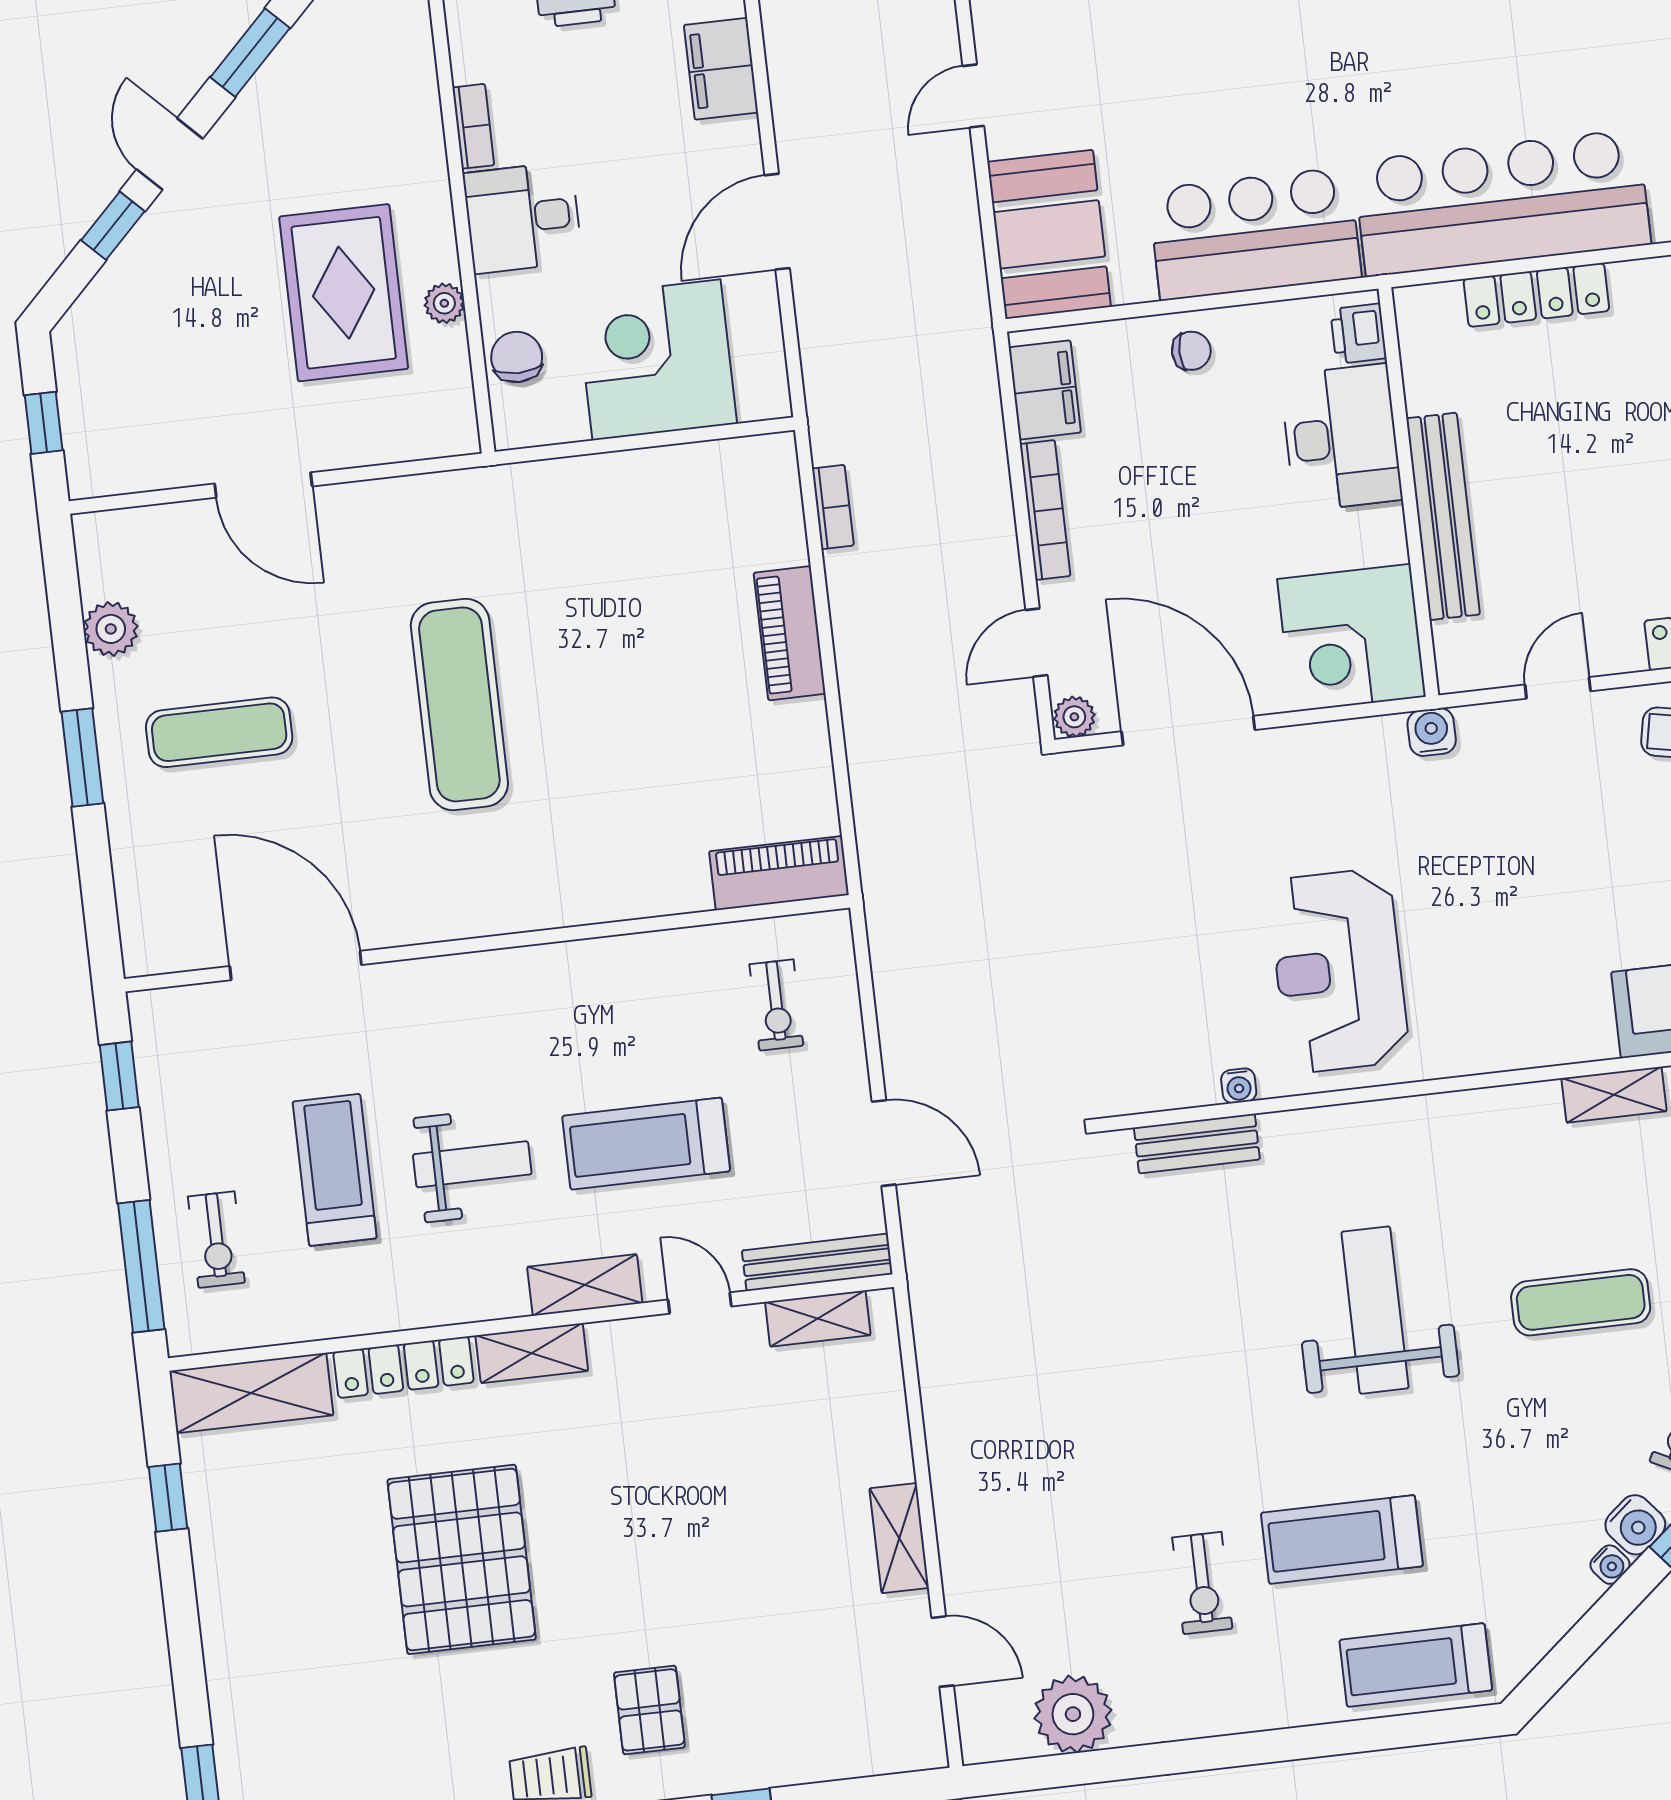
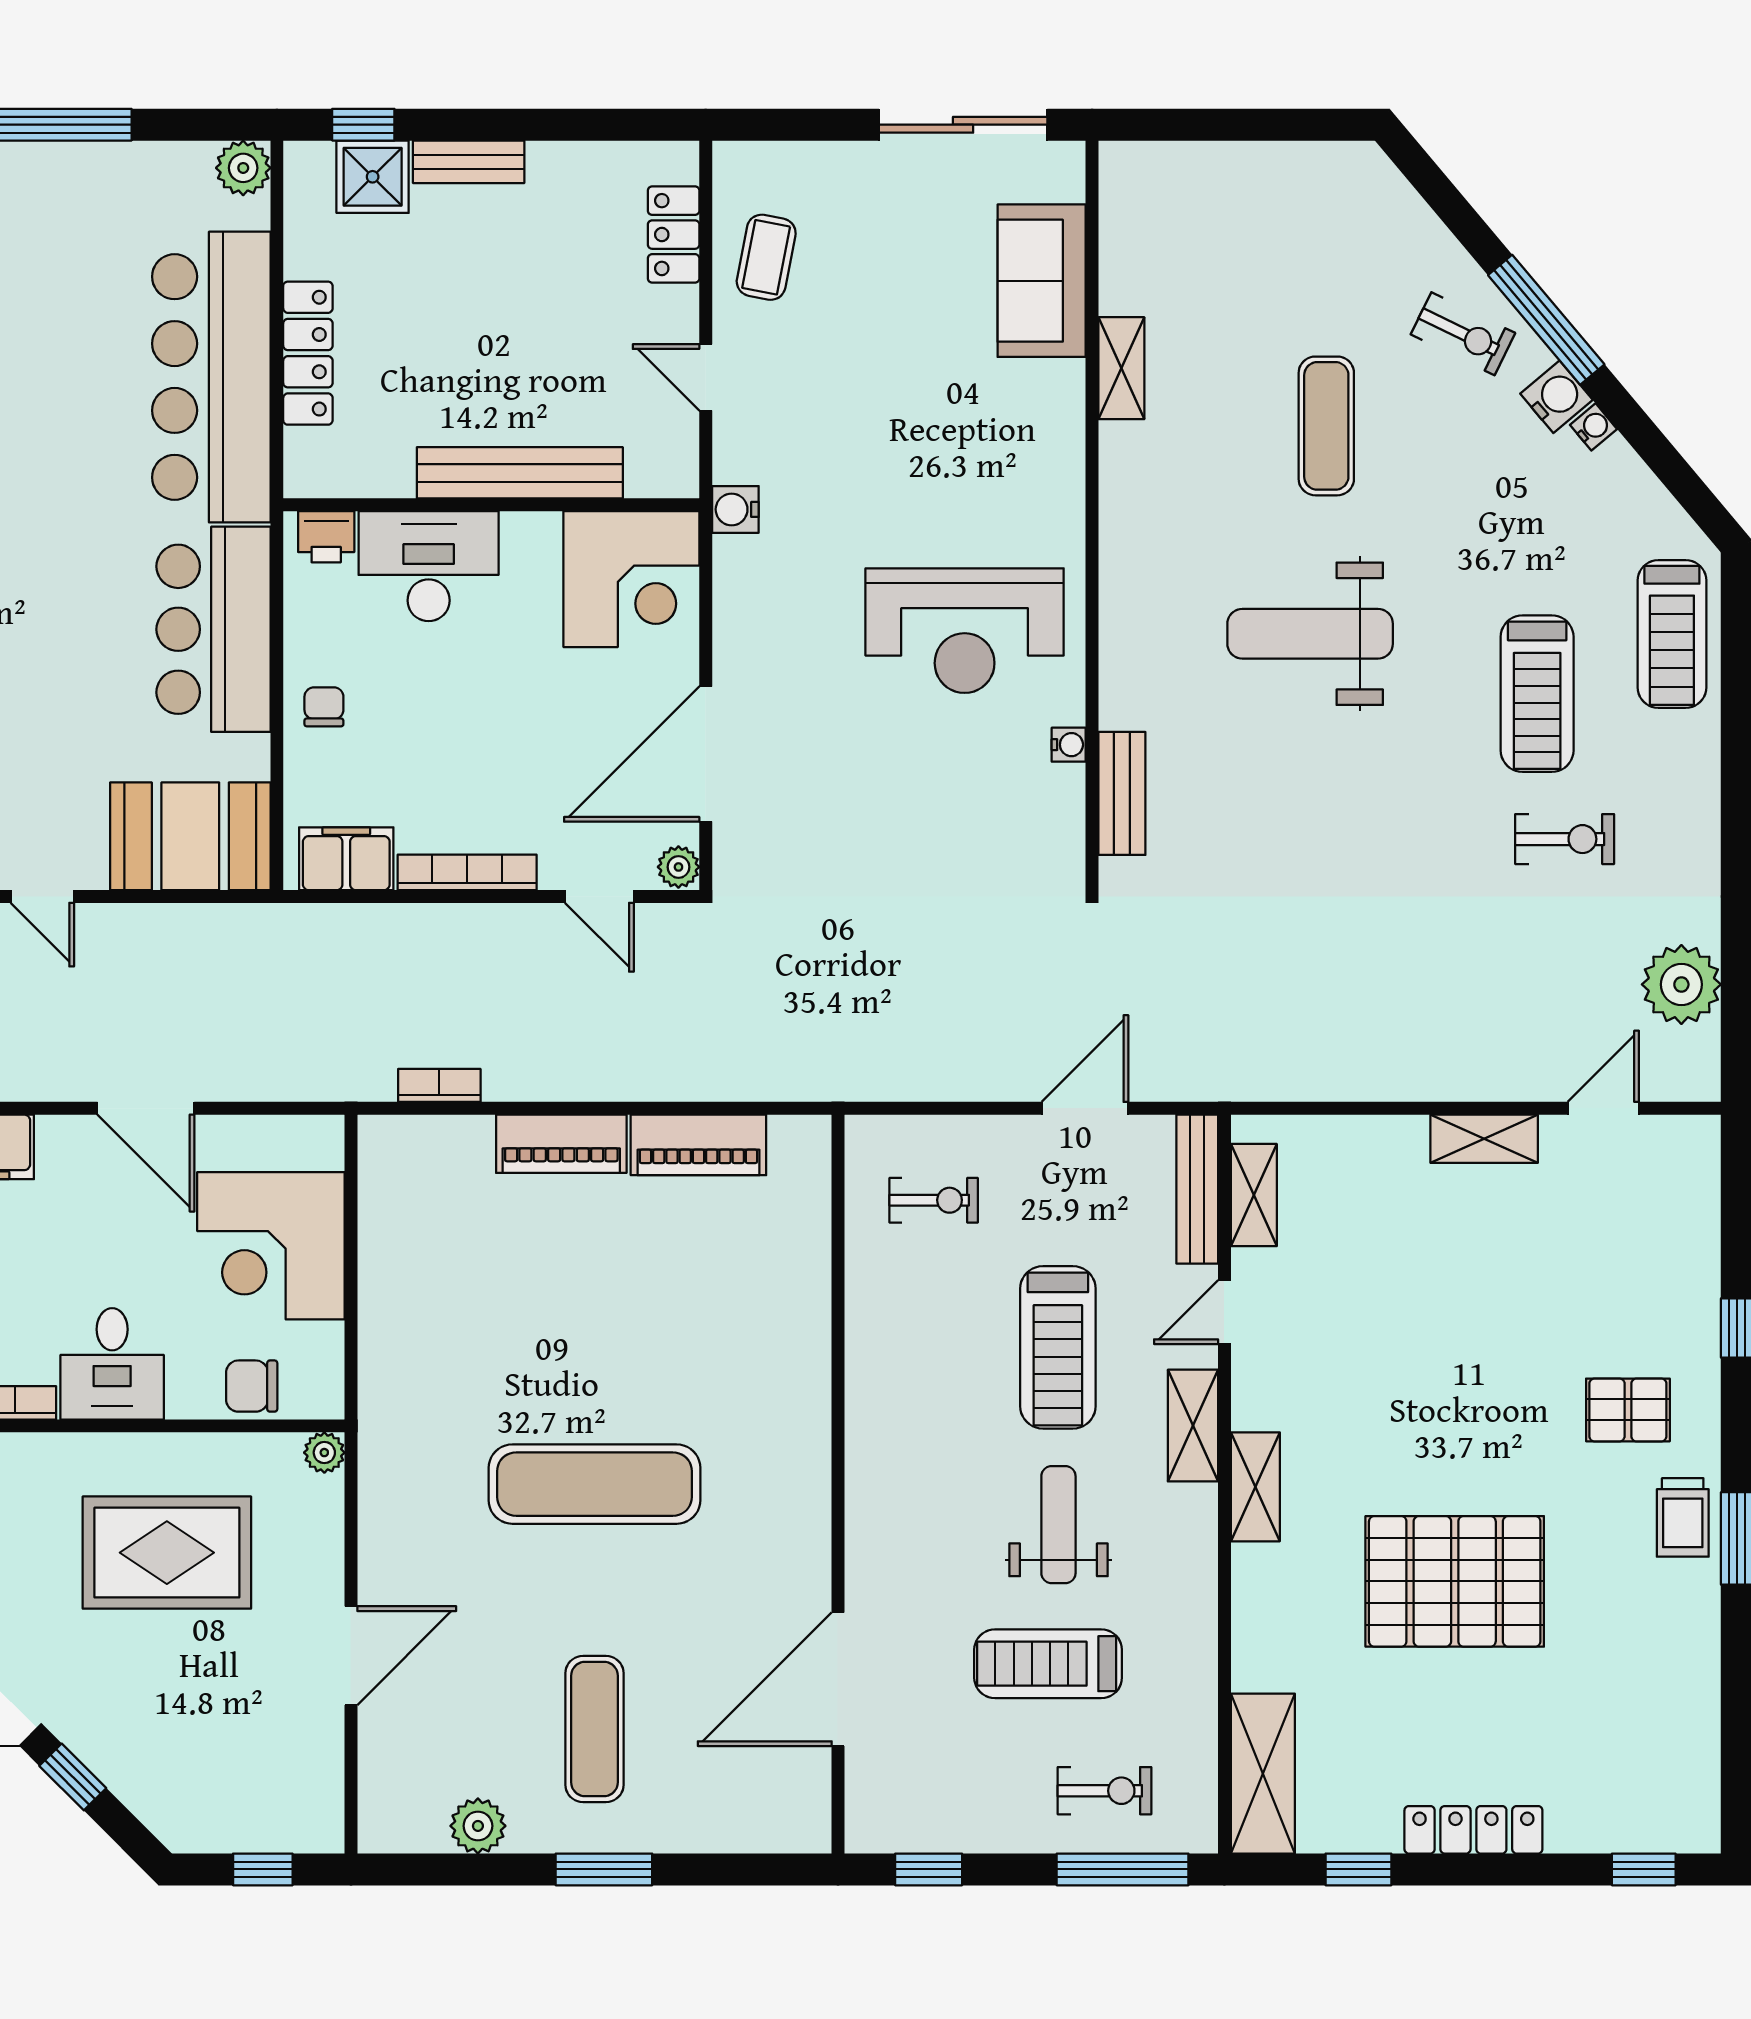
plant: (444, 303) -> (324, 1453), moved
piano: (779, 873) -> (698, 1145), moved, turned -90
locker: (403, 1367) -> (1473, 1830), moved, turned -90

